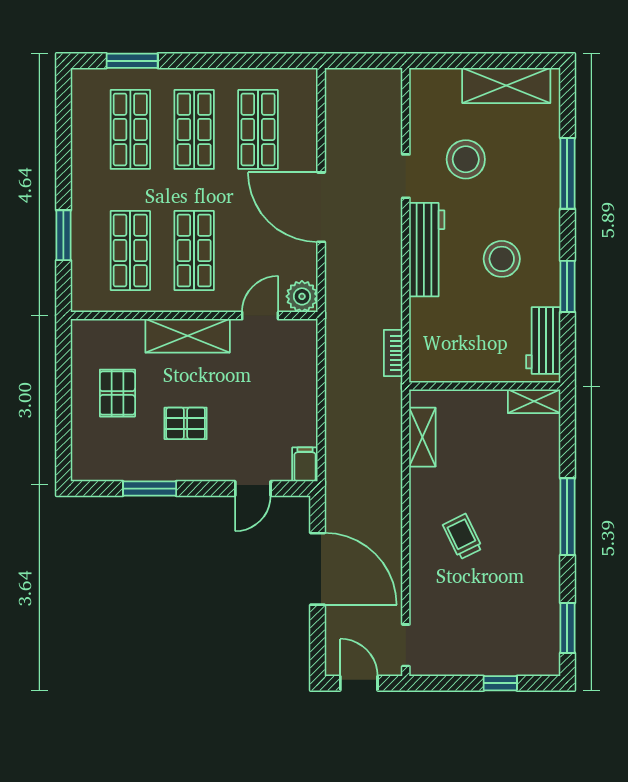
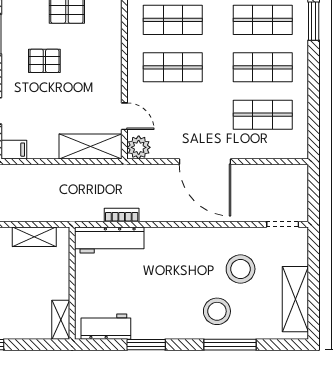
doorway: (406, 176) -> (283, 224), moved
door: (321, 207) -> (205, 162), swing flipped
workbench: (427, 250) -> (109, 240), moved
stool: (502, 259) -> (217, 311), moved
shelving: (188, 336) -> (91, 147), moved, turned 90
bookcase: (393, 353) -> (122, 215), moved
pallet: (186, 423) -> (44, 61), turned 90

